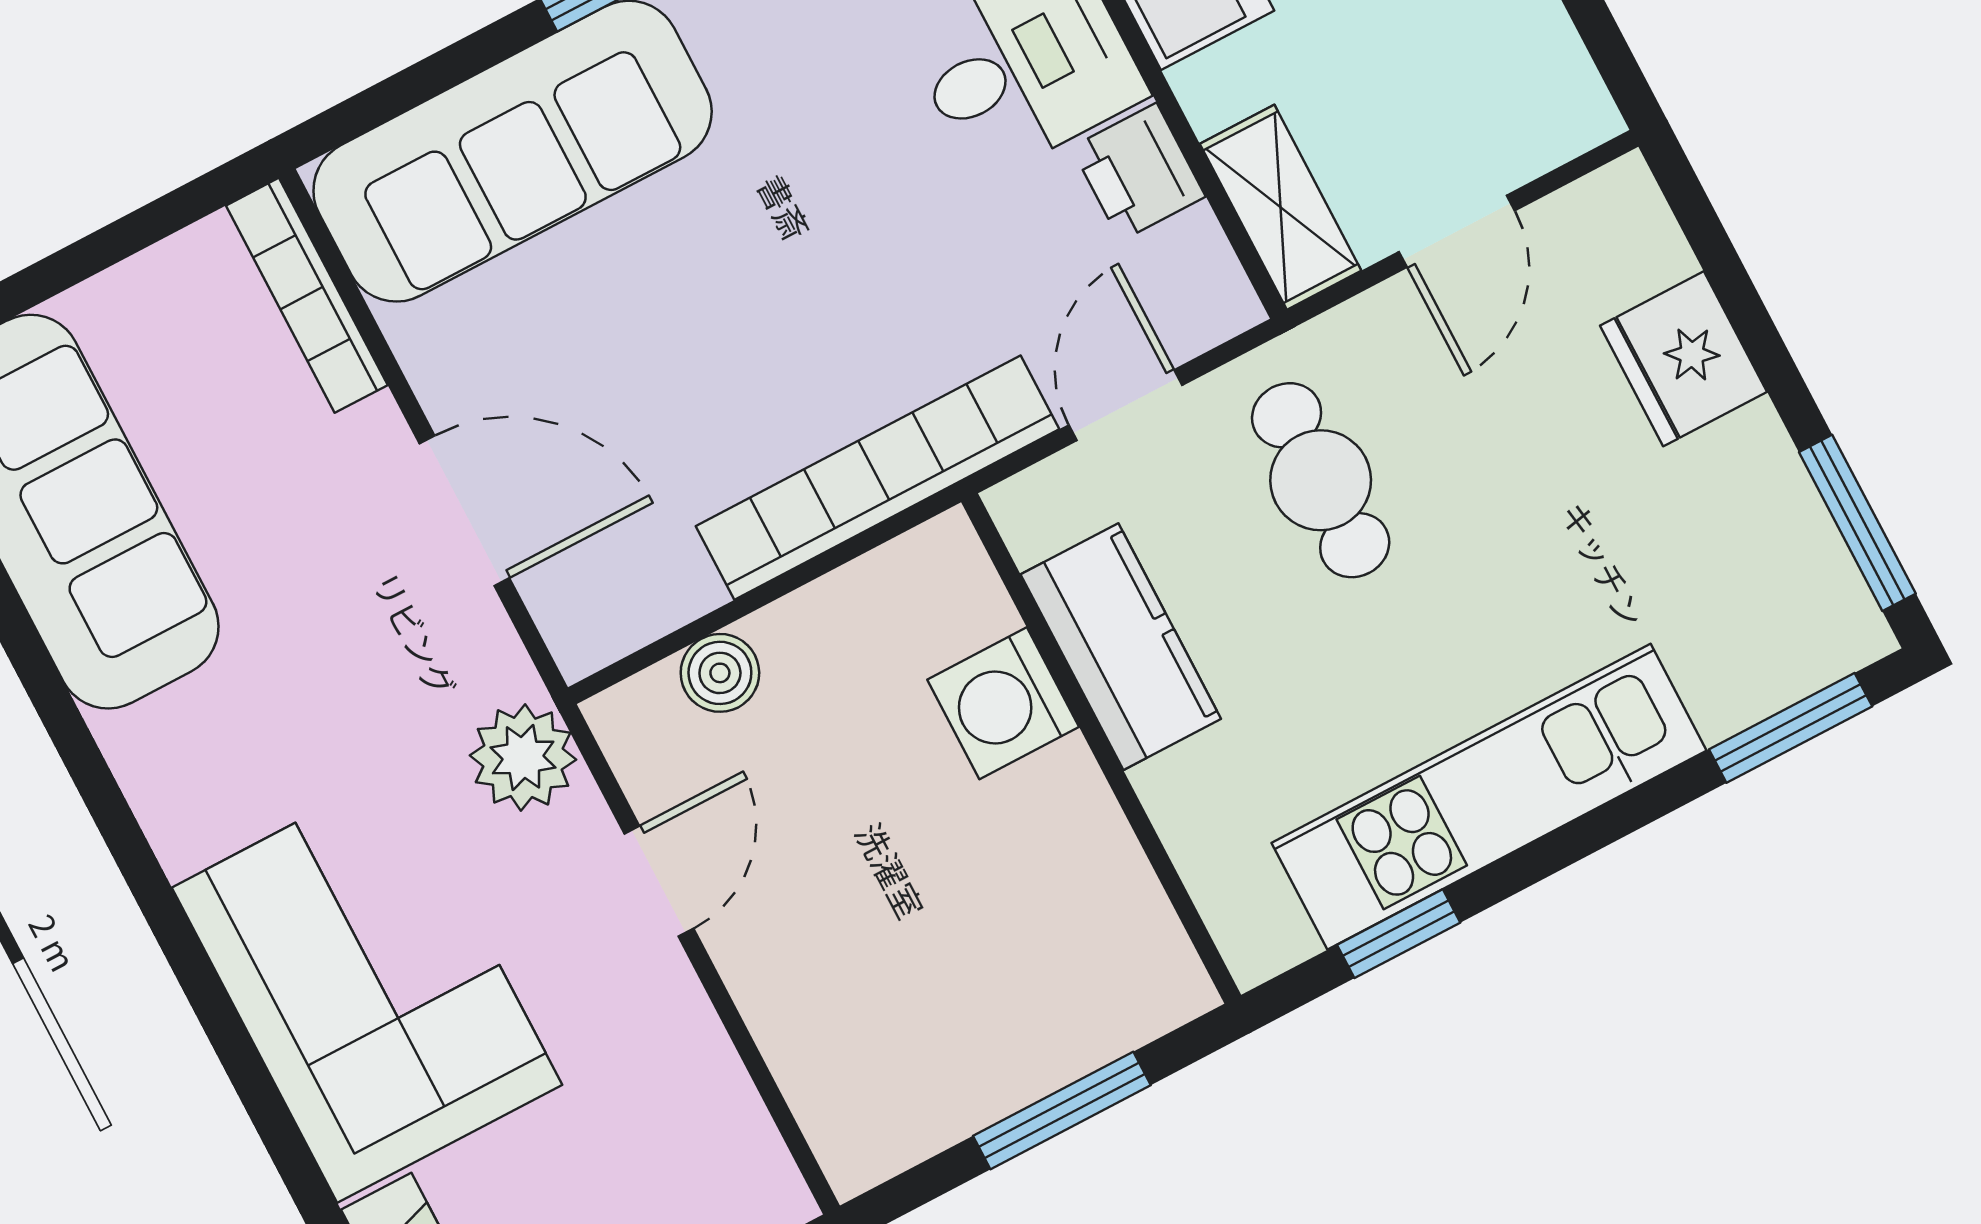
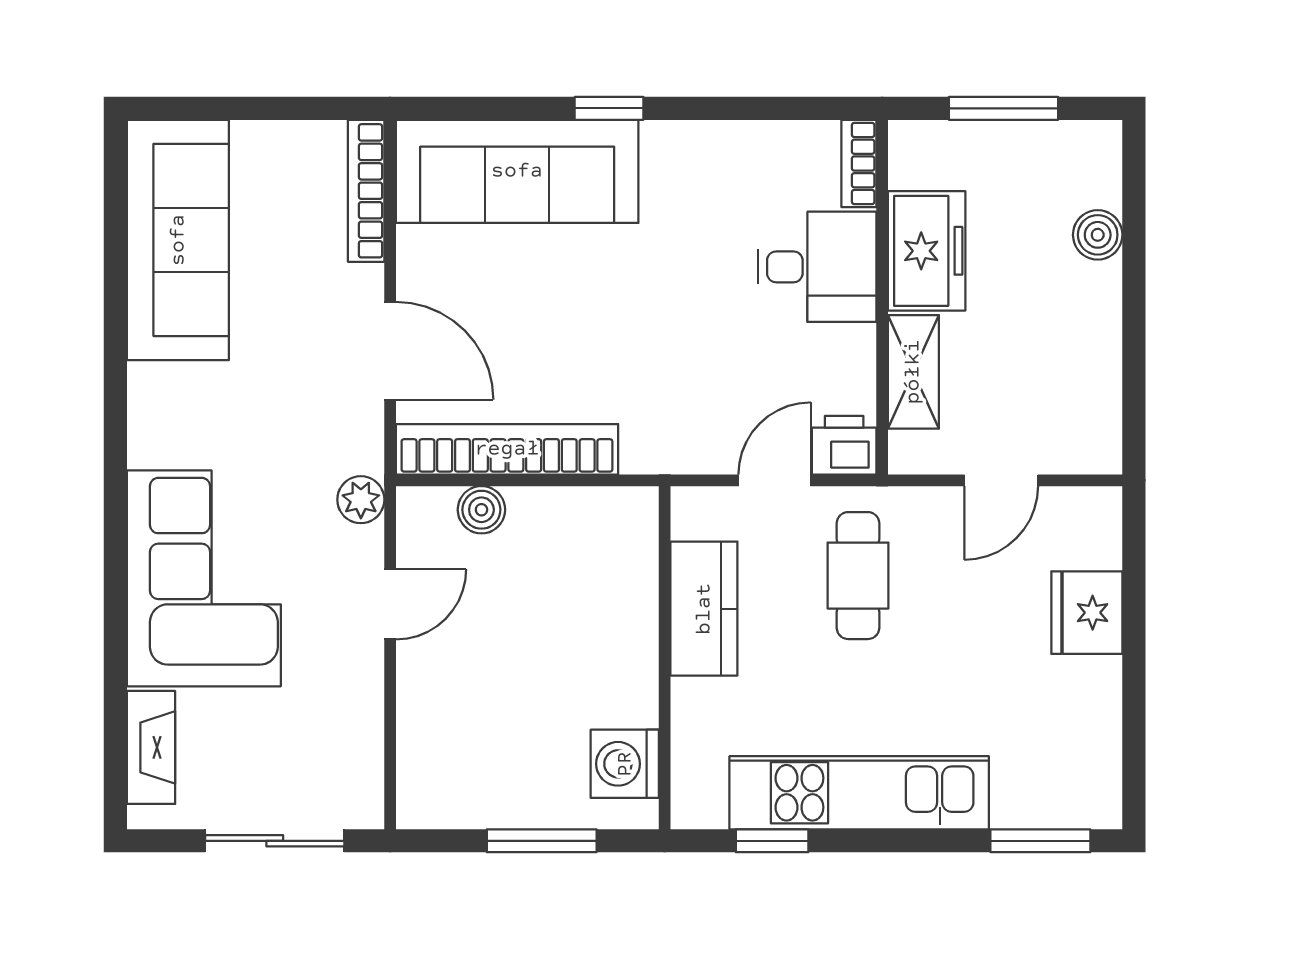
printer: (1138, 172) -> (844, 445), moved, turned 90
shelving: (1281, 207) -> (913, 372), moved
bookcase: (877, 478) -> (507, 449), moved
window: (1857, 523) -> (1134, 750), removed
washing machine: (1003, 703) -> (625, 764), moved
plant: (523, 757) -> (361, 500), width x0.73, depth x0.73

